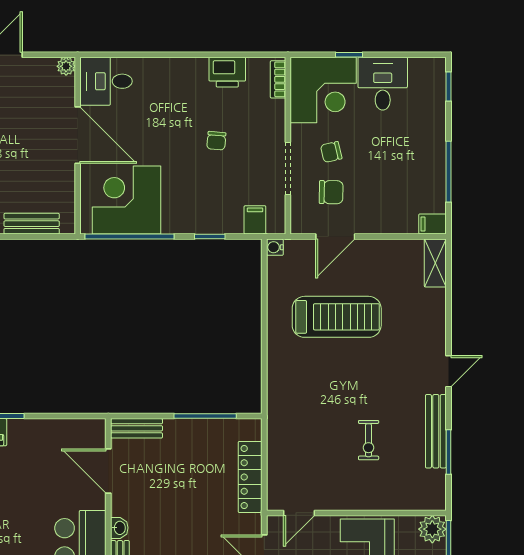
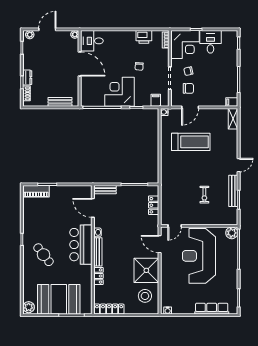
corner desk: (126, 200) -> (120, 92), moved
locker: (250, 477) -> (154, 205), width x0.66

